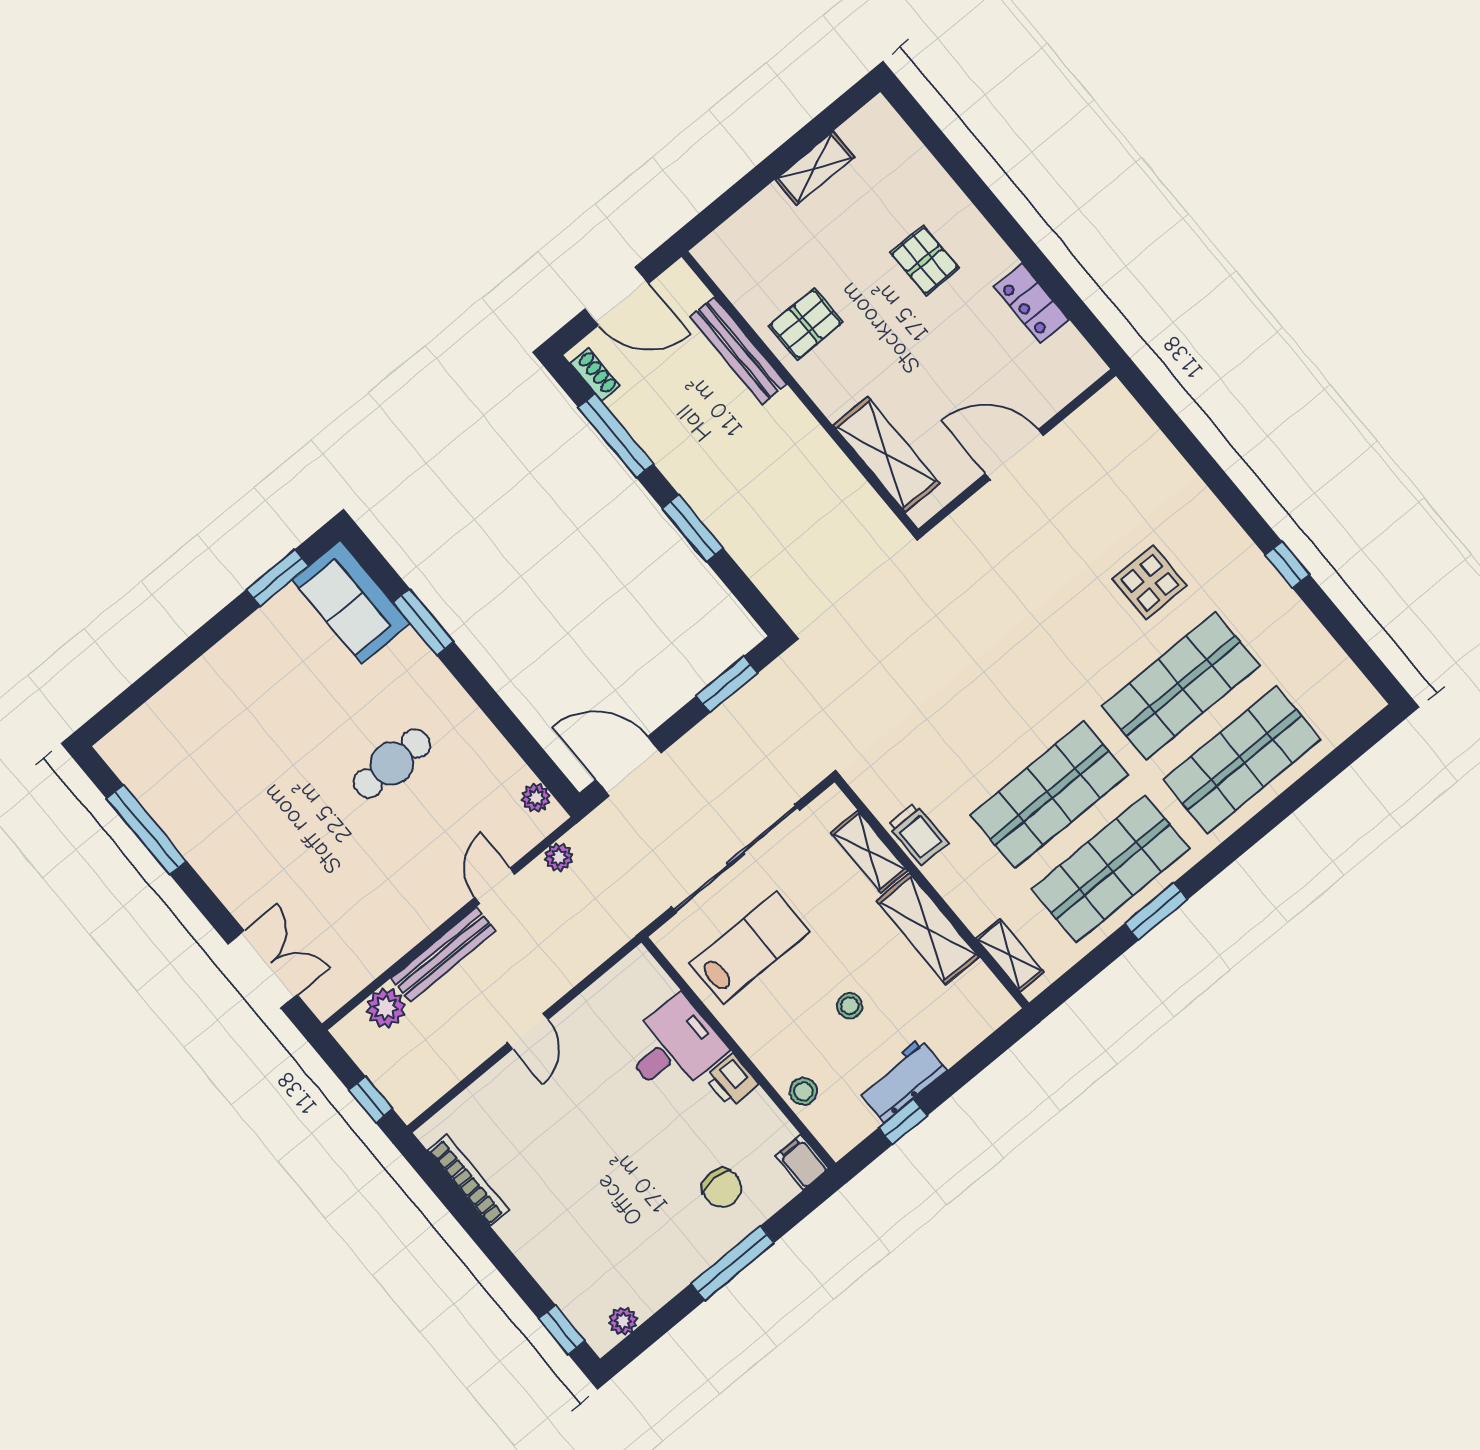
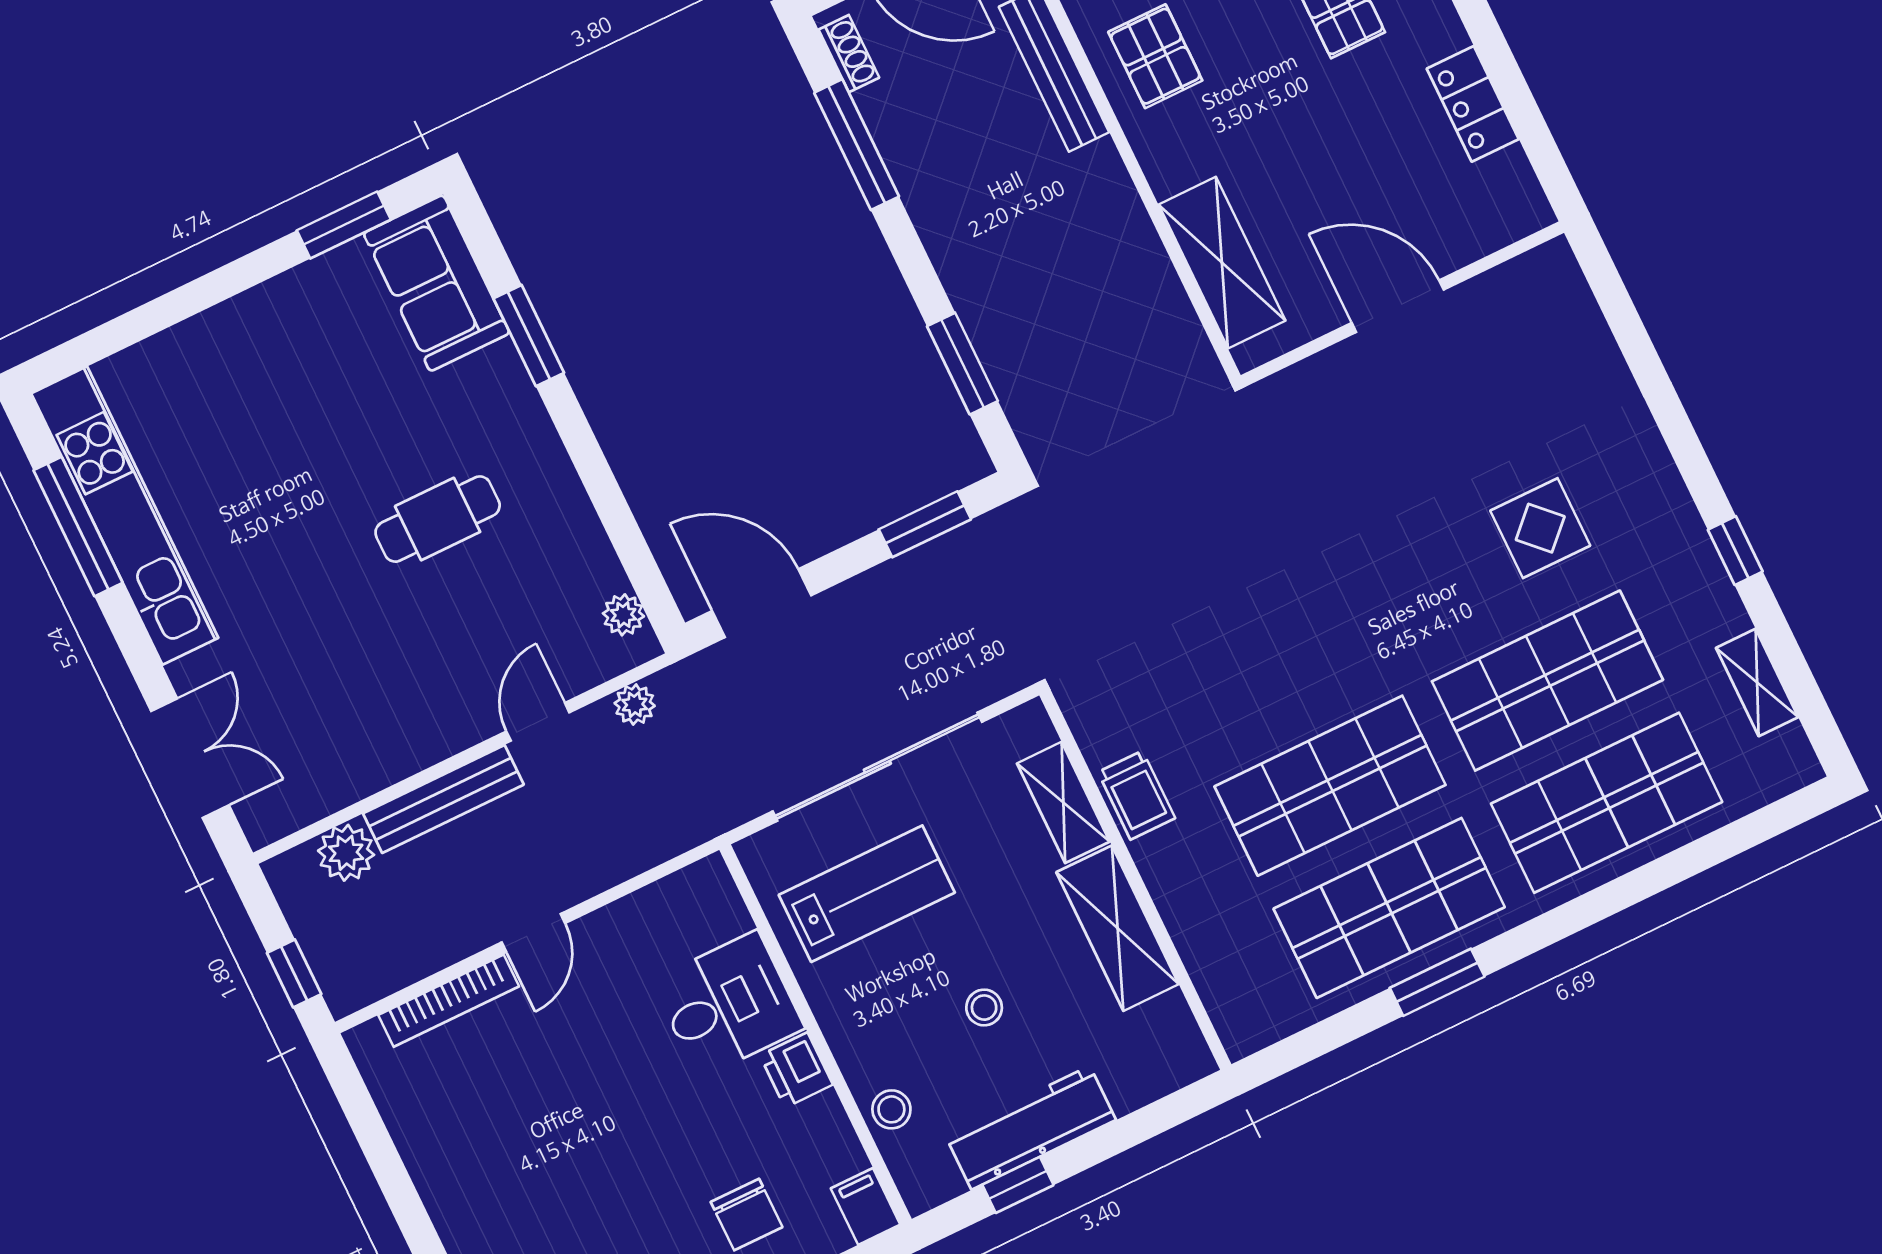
pallet: (806, 324) -> (1155, 56), turned 90
window: (693, 528) -> (962, 364), moved
kitchen unit: (177, 814) -> (125, 516), added
shelving: (1010, 955) -> (1757, 683), moved
workbench: (902, 1080) -> (1031, 1128), width x1.37
bookcase: (468, 1180) -> (449, 1001), moved, turned 90

